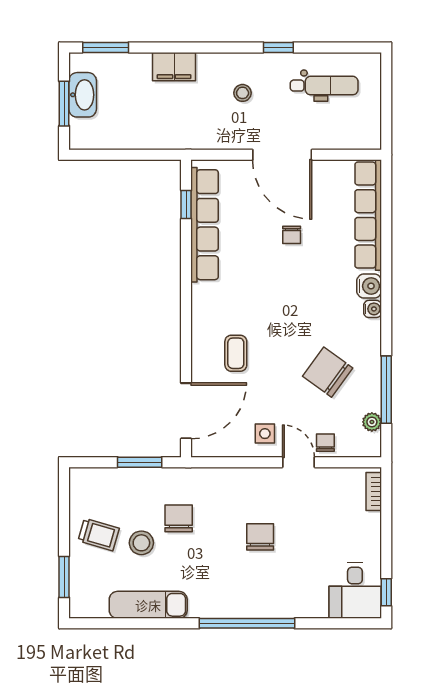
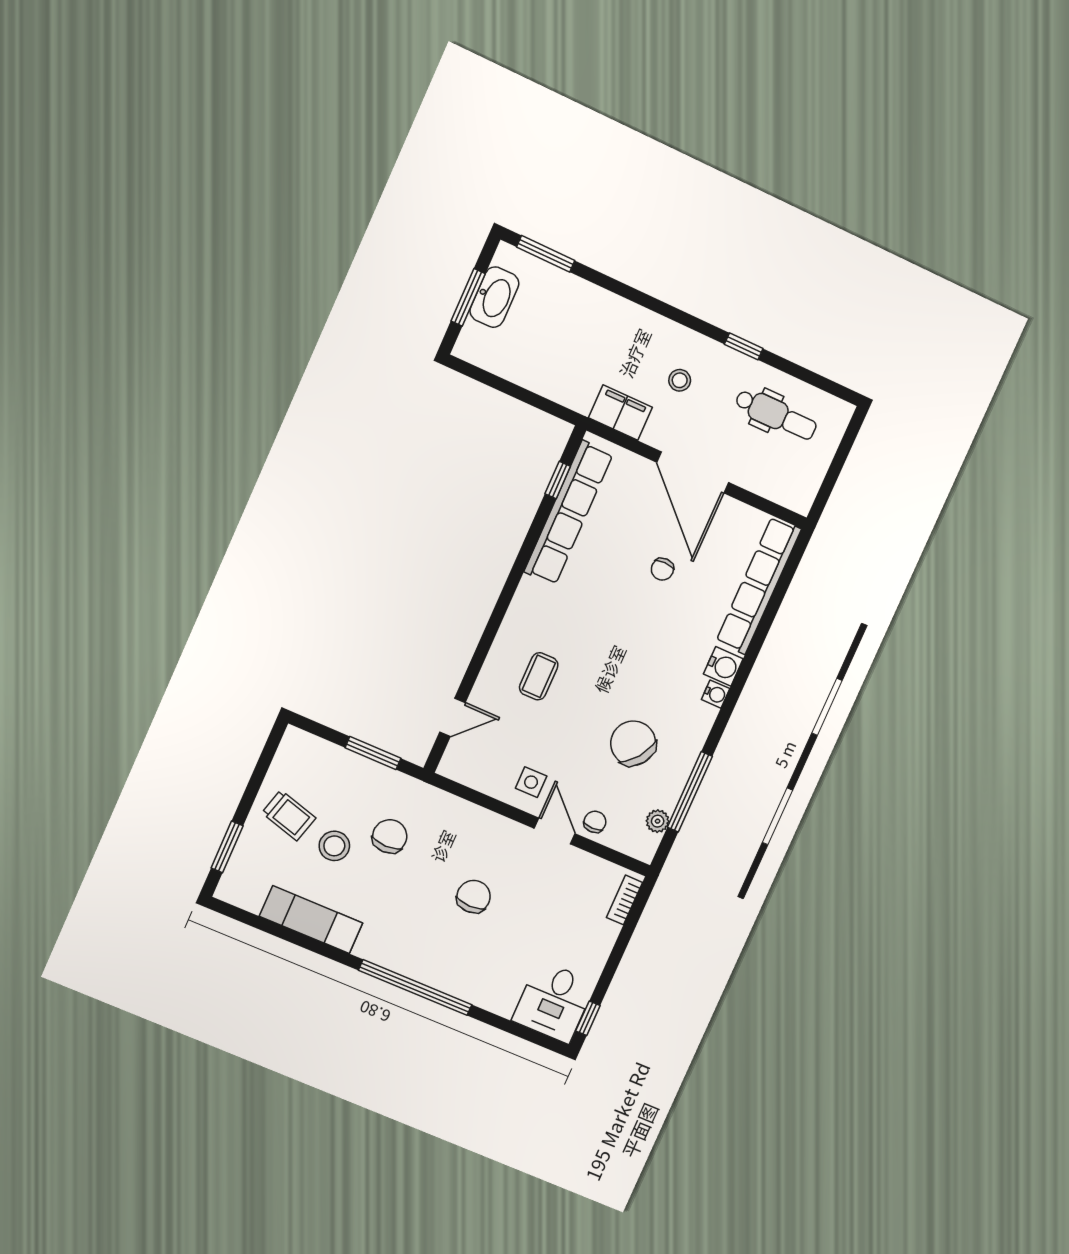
filing cabinet: (174, 67) -> (620, 413), moved, turned 180
door: (186, 411) -> (452, 717), width x0.53

